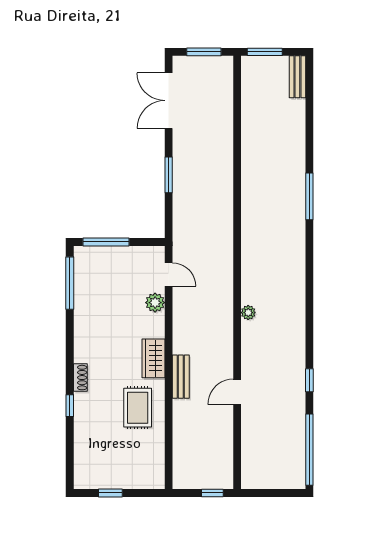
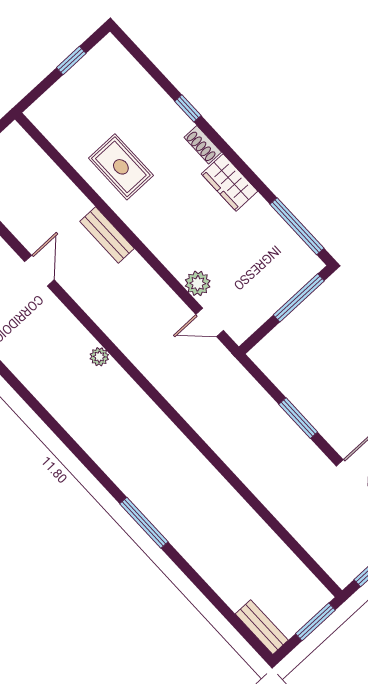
wardrobe: (154, 358) -> (230, 182), moved, turned 180

